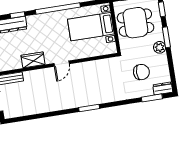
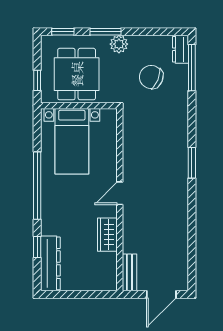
door: (62, 64) -> (120, 193), swing flipped
chair: (141, 72) -> (151, 77), turned -68
window: (152, 98) -> (192, 68), width x1.44

